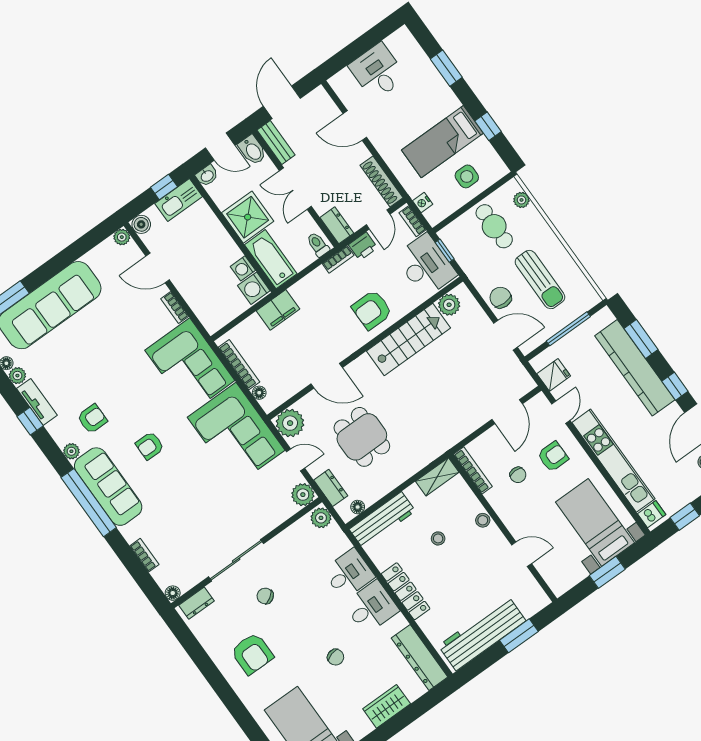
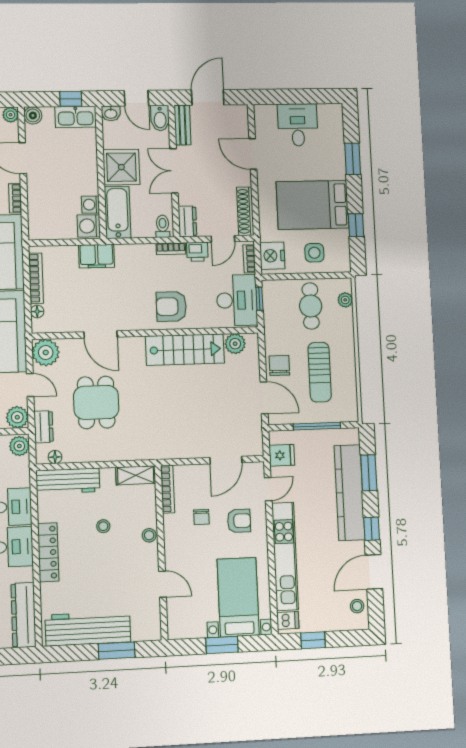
bed: (442, 142) -> (313, 205), width x1.50
nightstand: (423, 203) -> (272, 256), width x1.89, depth x1.79

